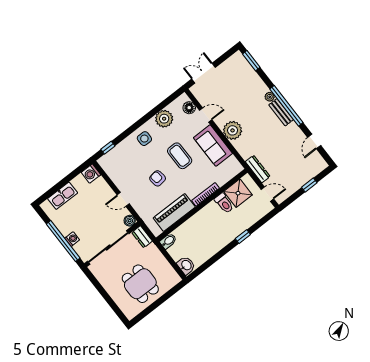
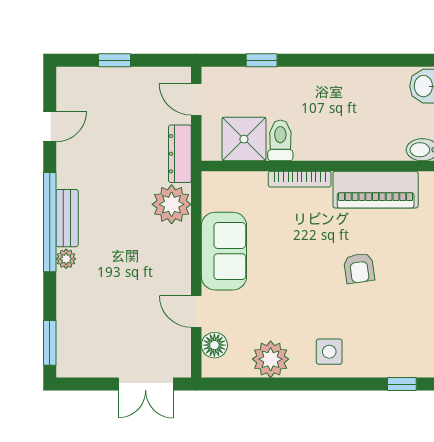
plant: (233, 130) -> (172, 204), moved
coffee table: (180, 156) -> (293, 277), removed
window: (243, 237) -> (262, 60), moved

